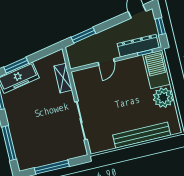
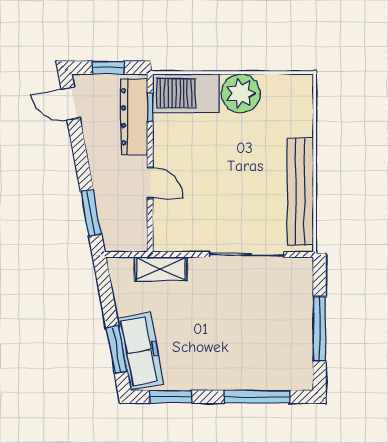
bench: (142, 135) -> (300, 192), moved

